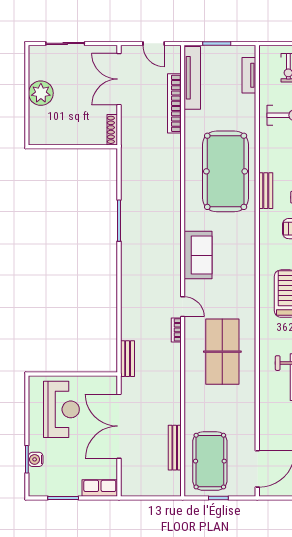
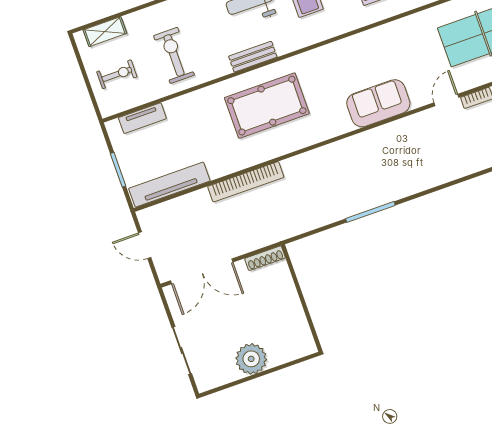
door: (154, 43) -> (145, 245), swing flipped
bookcase: (174, 103) -> (246, 182), moved
pool table: (226, 171) -> (267, 106), width x0.73, depth x0.76
bench: (266, 191) -> (253, 57), moved

